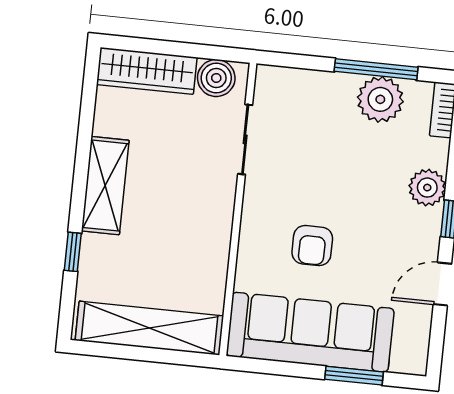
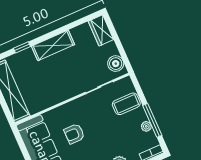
wardrobe: (147, 71) -> (101, 30), width x0.67
plant: (380, 99) -> (146, 126), width x0.53, depth x0.53
coffee table: (312, 103) -> (126, 104), added

